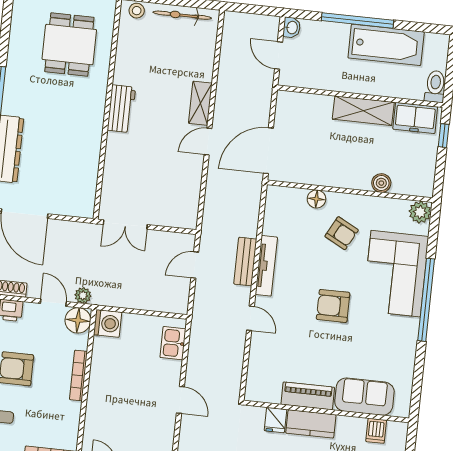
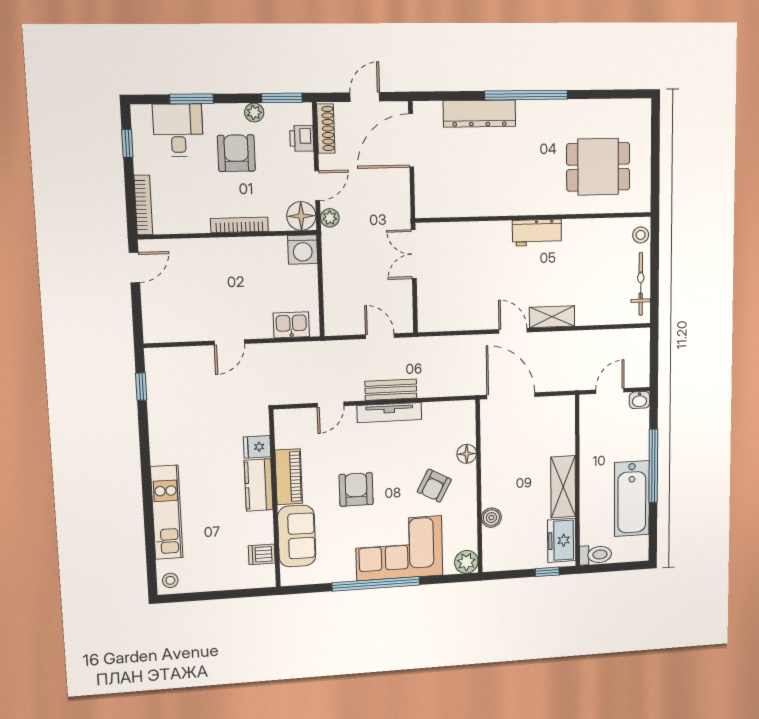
piano: (308, 396) -> (289, 477), moved
sofa: (364, 397) -> (297, 536), moved
wall: (326, 411) -> (275, 499), moved
fridge: (275, 420) -> (257, 447), moved
kitchen counter: (311, 424) -> (259, 485), moved
dishwasher: (376, 431) -> (262, 554), moved

